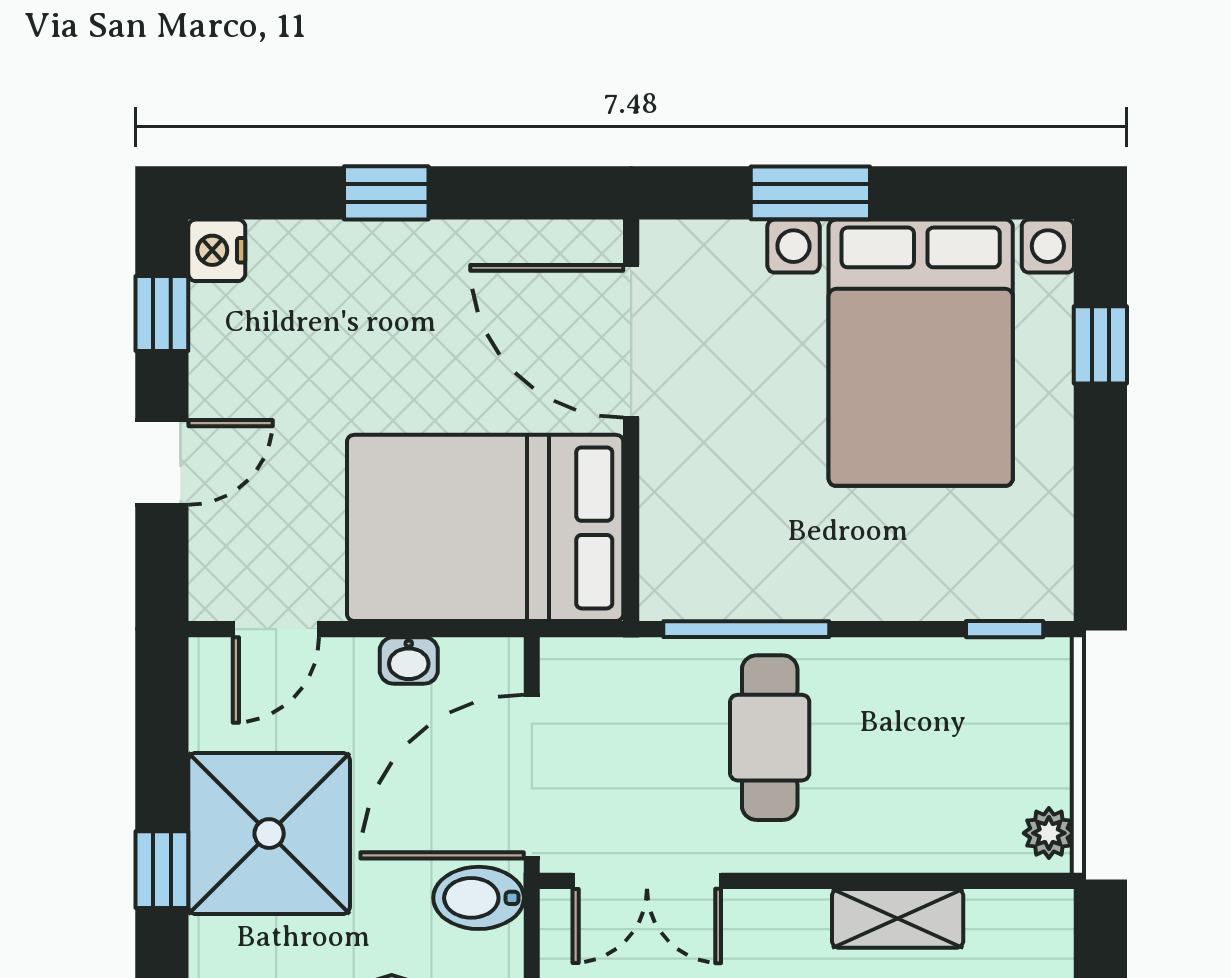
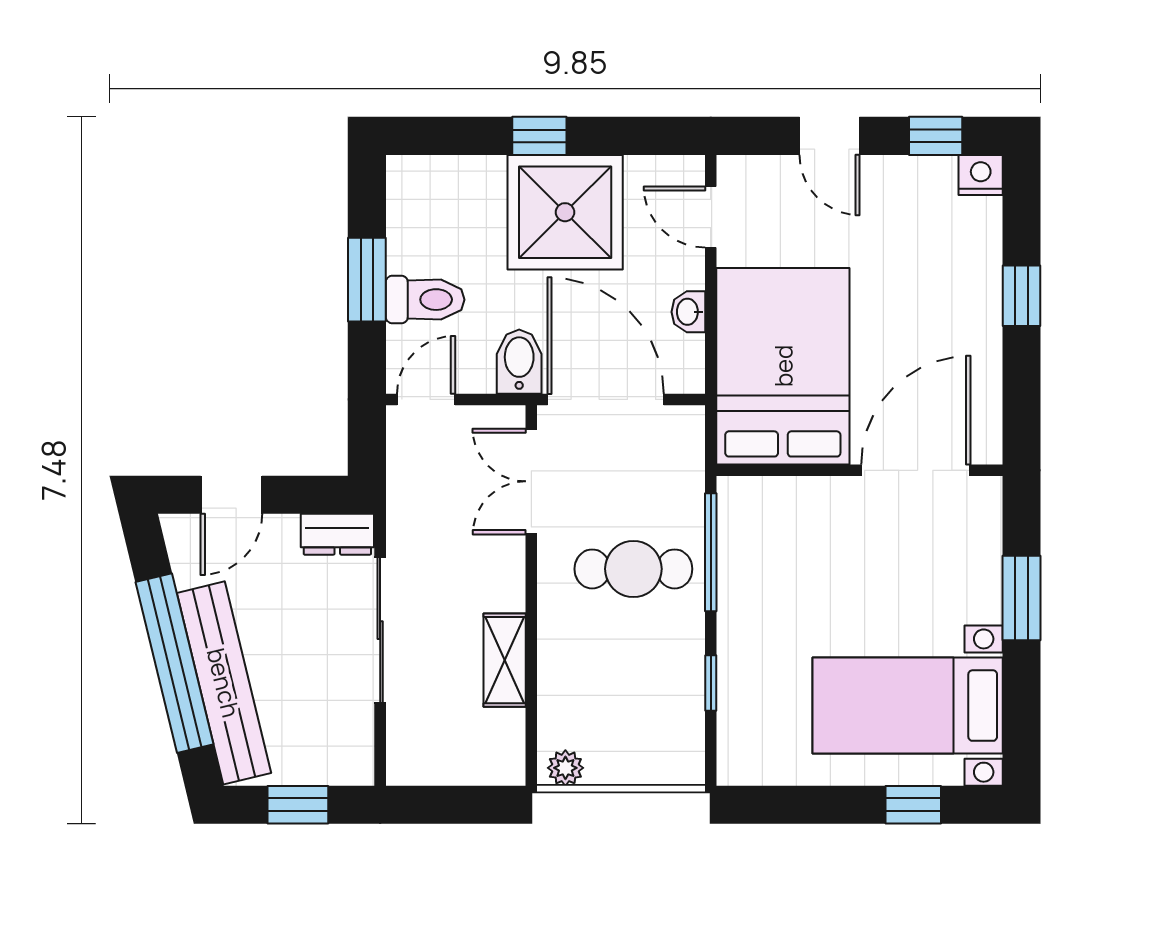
bed with nightstands: (921, 353) -> (908, 706), width x0.73
window: (1005, 629) -> (711, 683), moved

